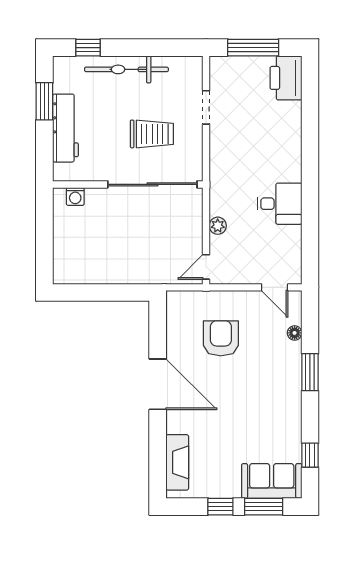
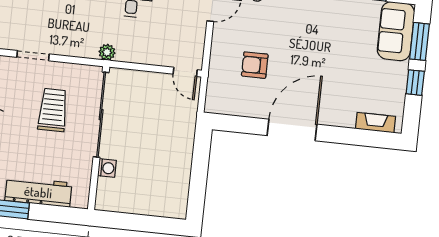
washing machine: (75, 196) -> (107, 168), moved
plant: (218, 226) -> (107, 52), moved
armchair: (221, 338) -> (255, 65), width x0.72, depth x0.72
fireplace: (177, 462) -> (375, 123), width x0.73, depth x0.76

